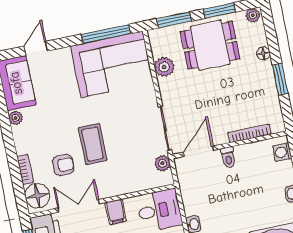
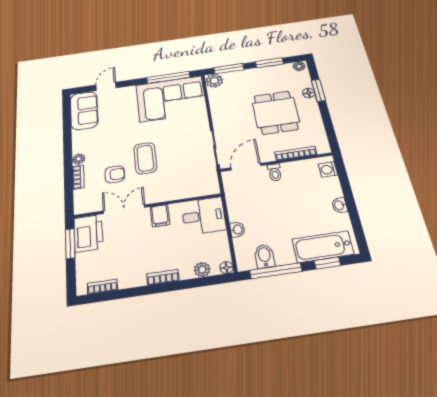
dining table: (210, 45) -> (276, 113), moved, turned 90
plant: (164, 67) -> (214, 81), moved
window: (280, 79) -> (318, 90), moved
plant: (16, 118) -> (79, 159), moved
plant: (162, 163) -> (210, 176), removed
floor lamp: (37, 196) -> (86, 199), removed

